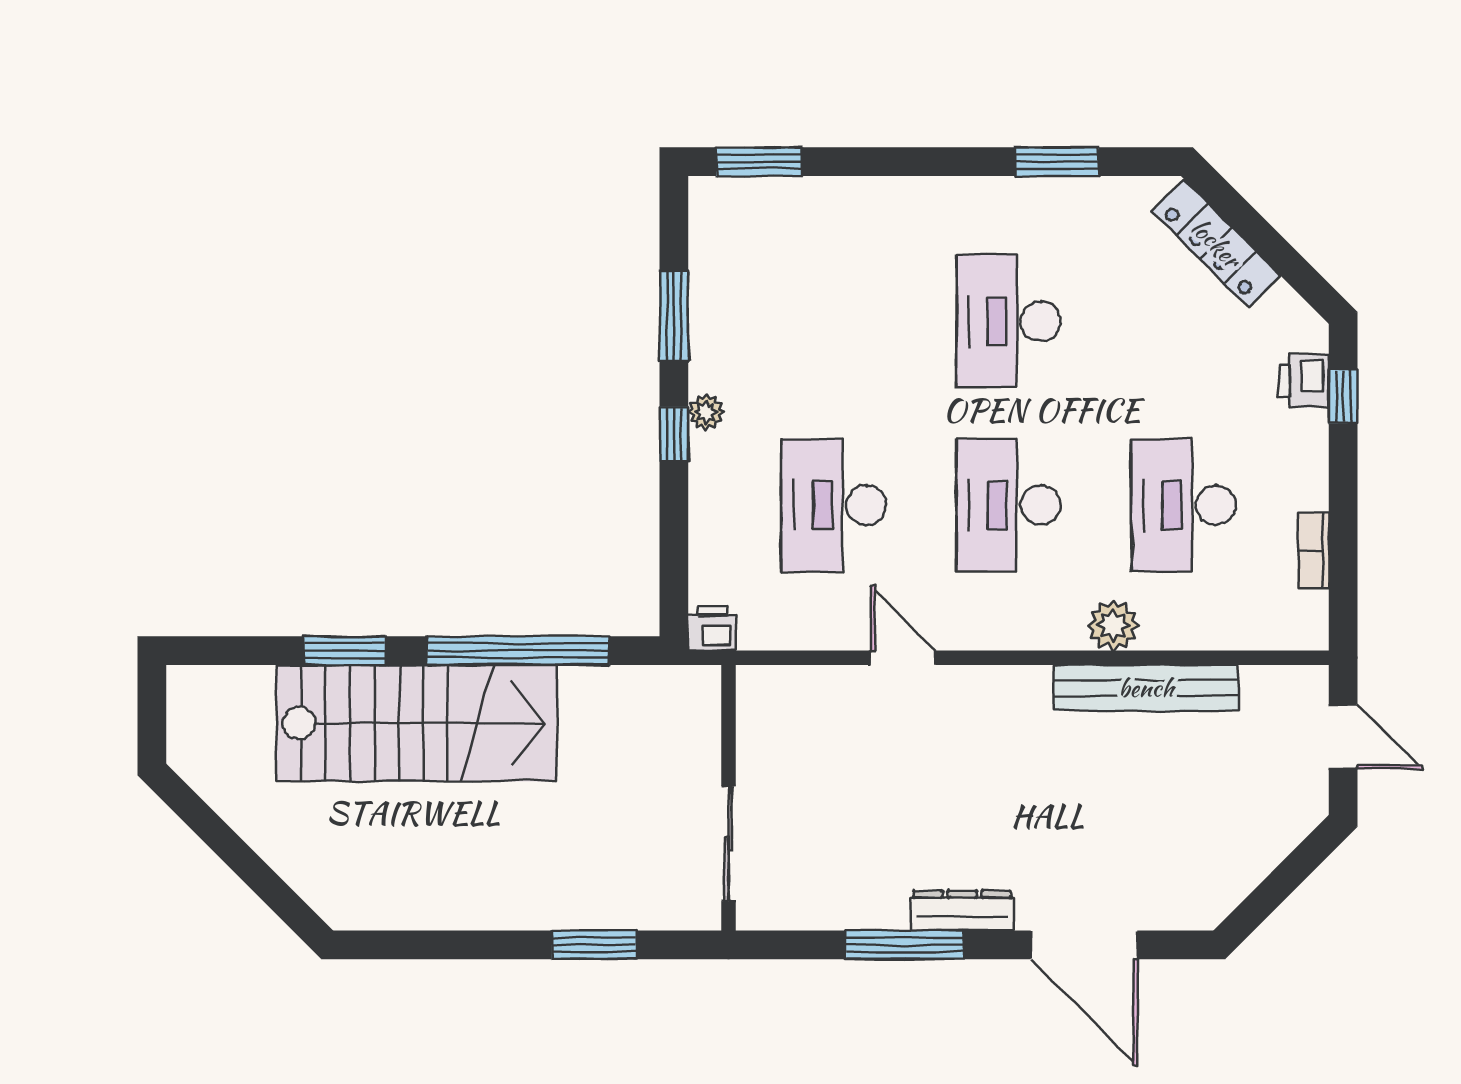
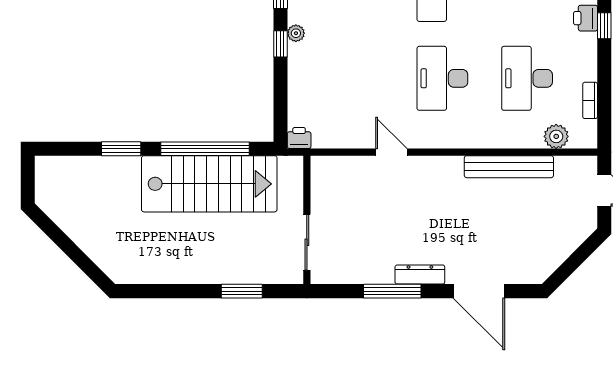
desk: (834, 505) -> (358, 78), removed
plant: (1113, 625) -> (556, 136), moved
stairs: (416, 723) -> (209, 184), moved

